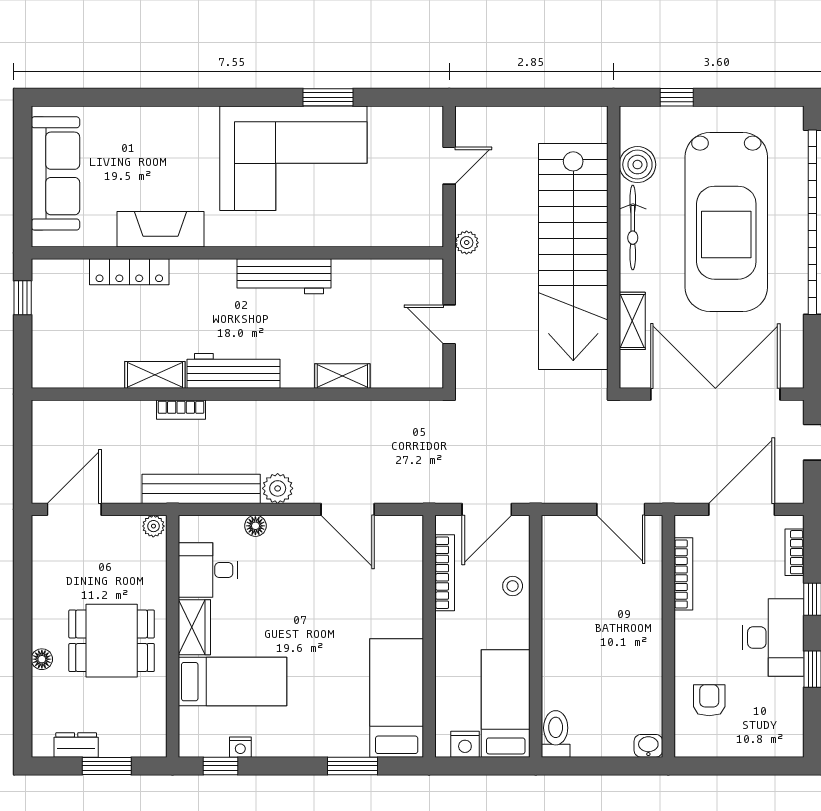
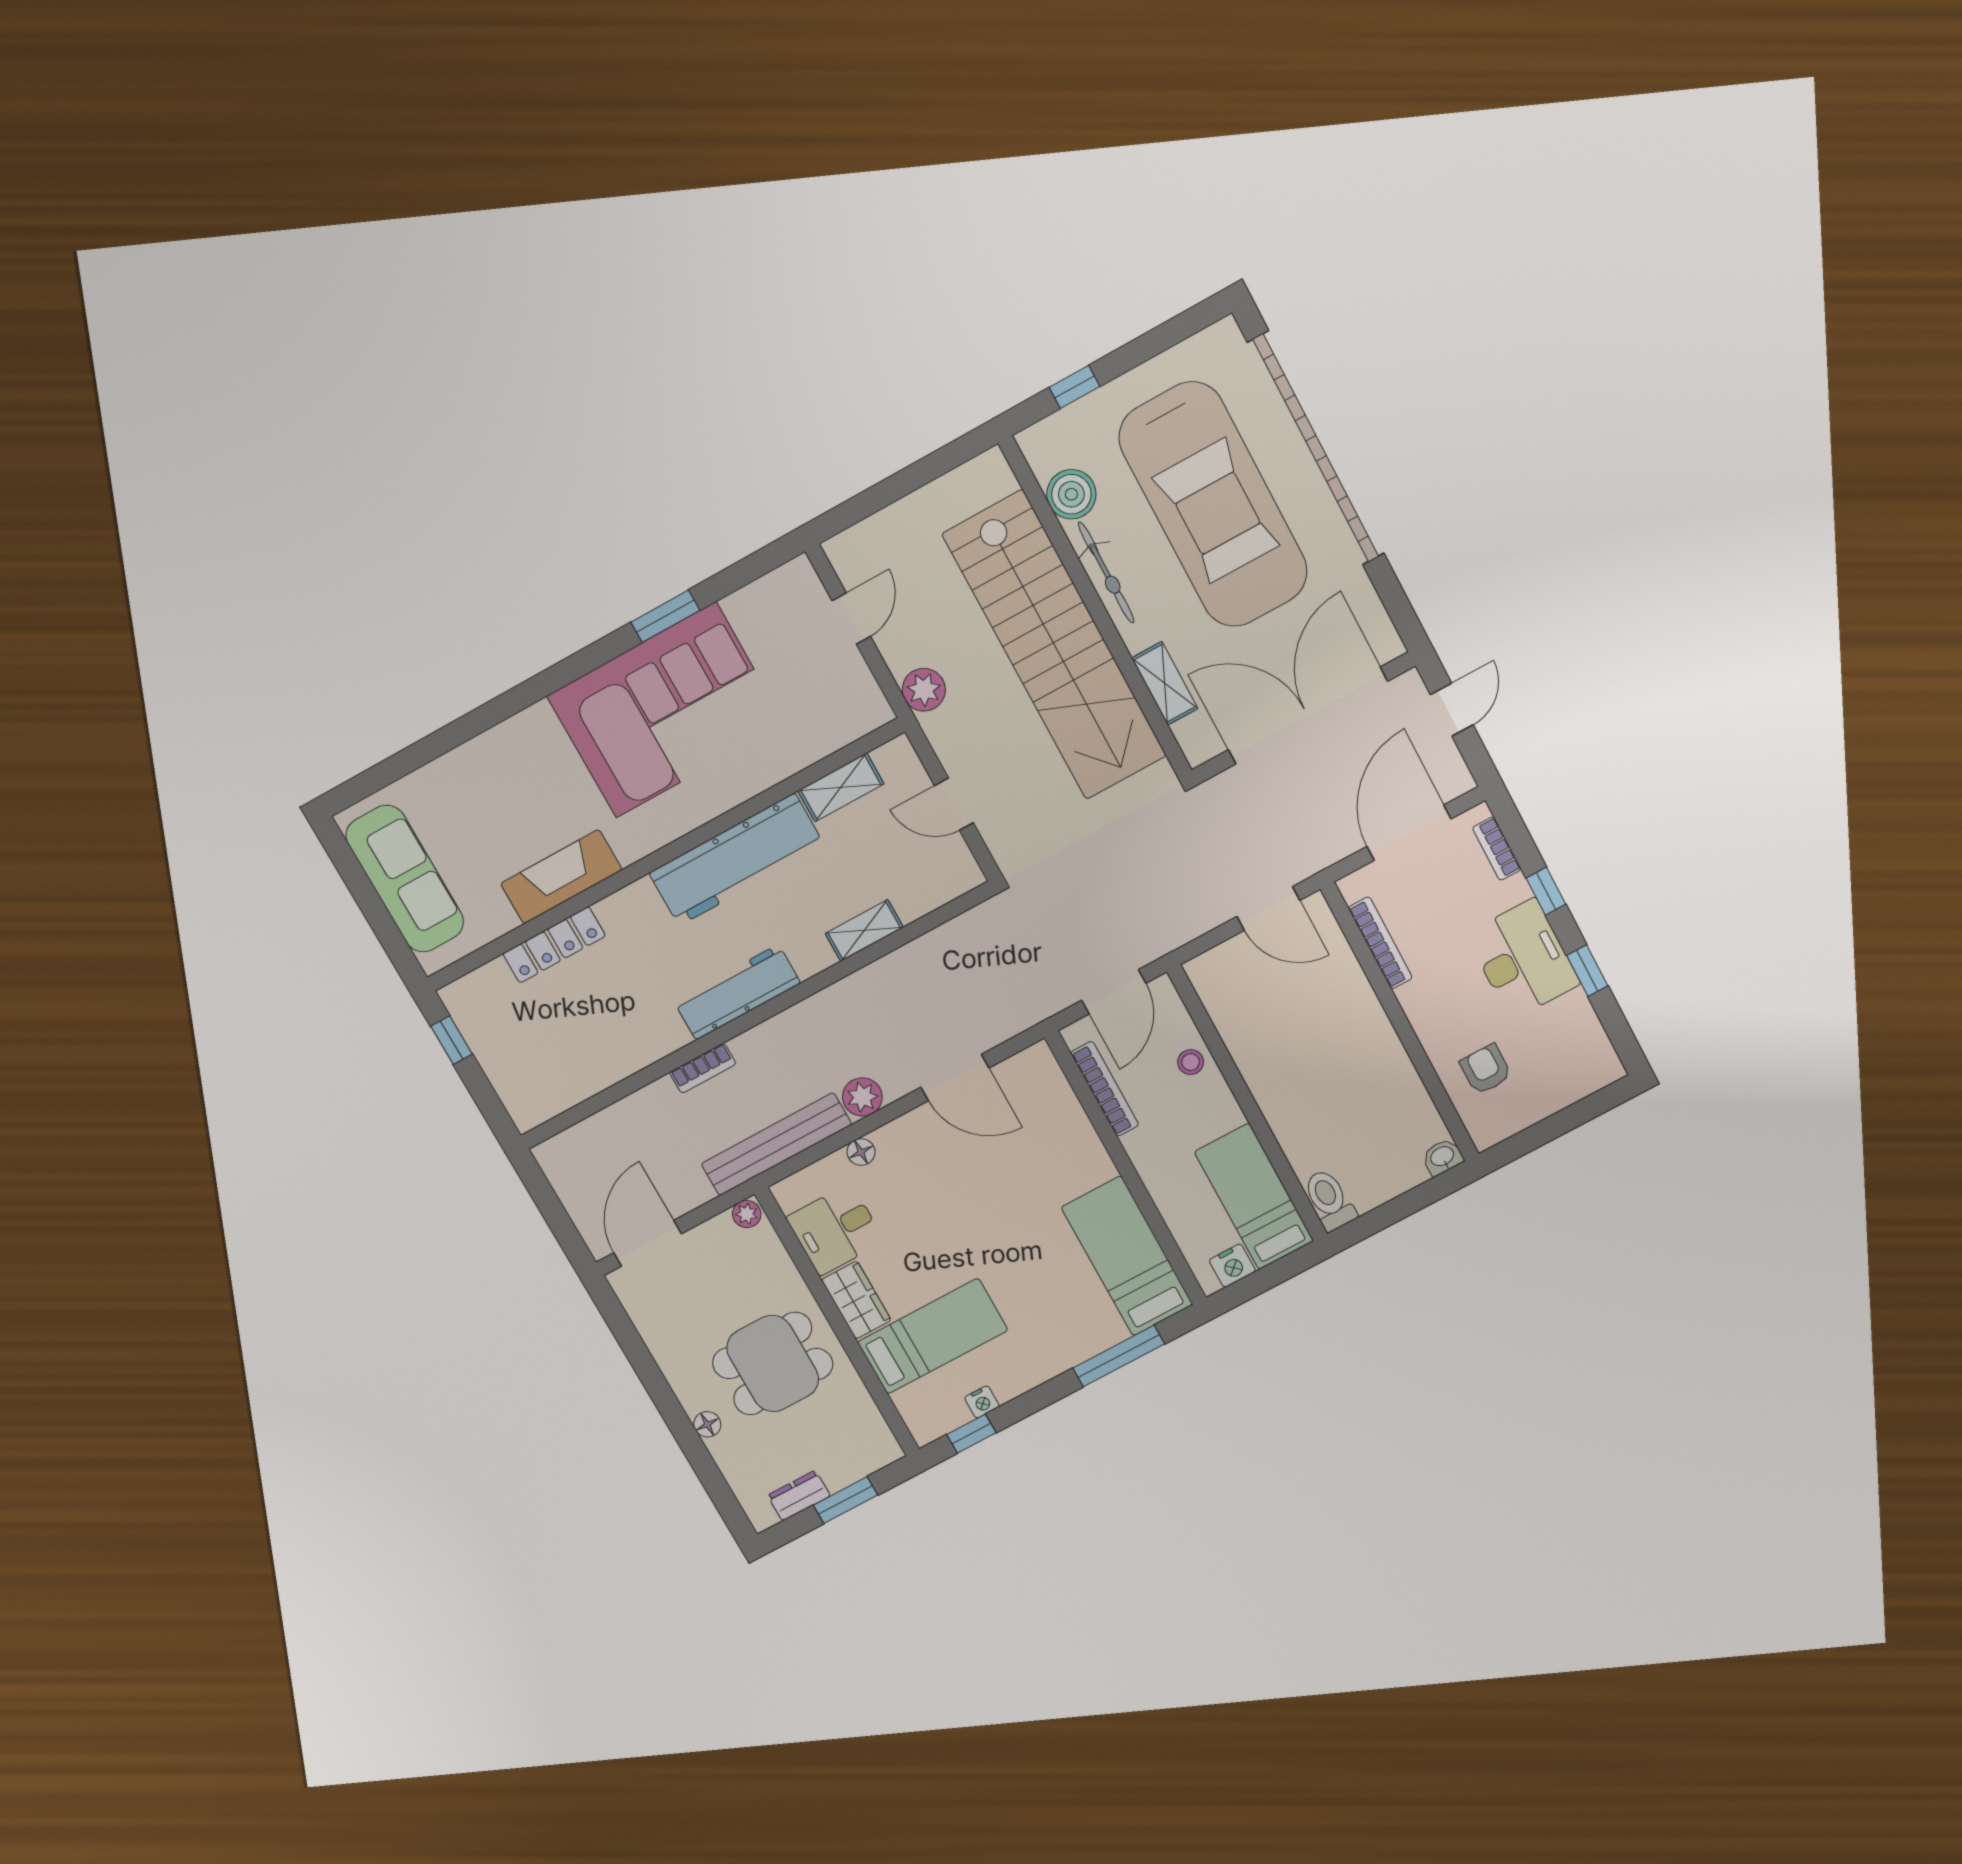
plant: (467, 243) -> (924, 690), width x1.38, depth x1.38
workbench: (284, 276) -> (737, 859), width x1.36, depth x1.32
shelving: (155, 375) -> (841, 787), moved
window: (352, 766) -> (1119, 1356), width x1.44

